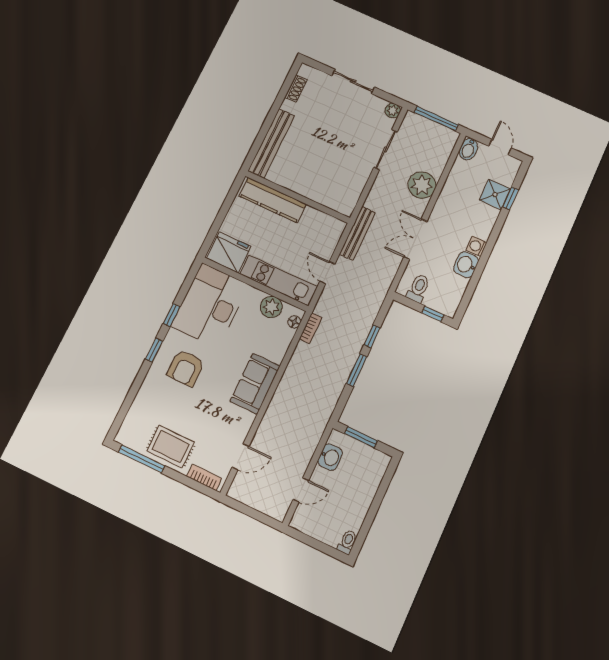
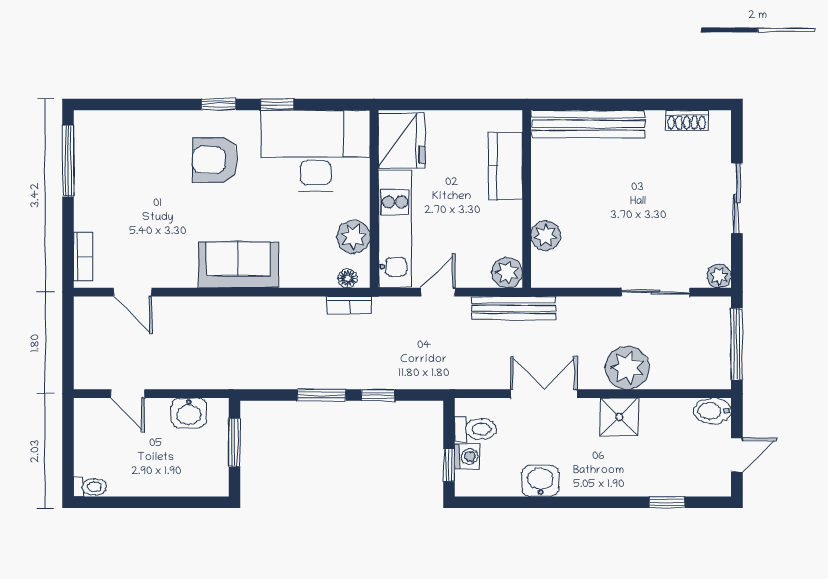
shower: (495, 194) -> (619, 417), moved
plant: (324, 196) -> (546, 235), added
kitchen counter: (273, 200) -> (506, 166), width x0.67
plant: (335, 228) -> (507, 273), added
washing machine: (476, 246) -> (467, 457), moved, turned 90
rug: (171, 447) -> (102, 192), removed

